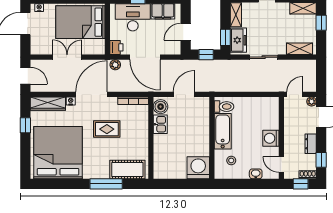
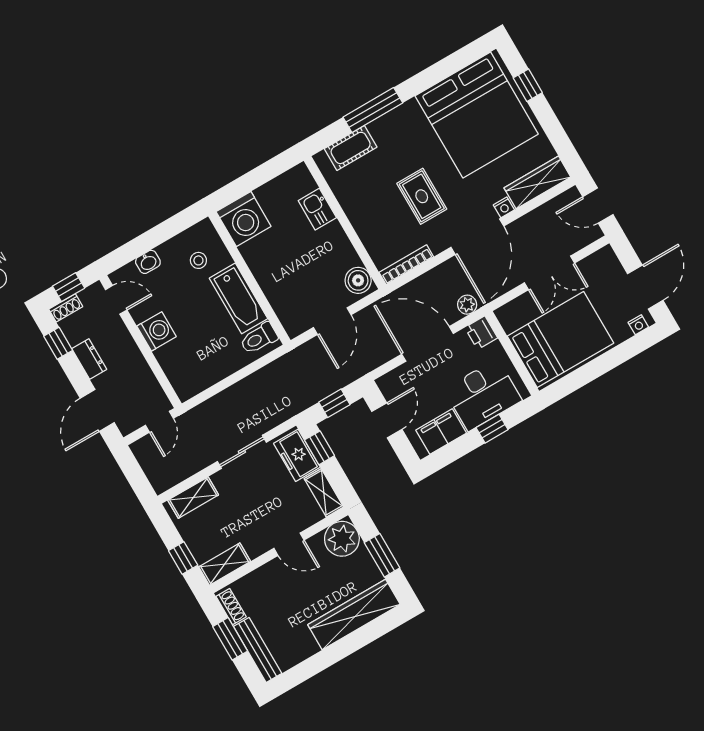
plant: (312, 102) -> (126, 426), removed
kitchen sink: (160, 124) -> (317, 209), moved
window: (25, 125) -> (528, 85), moved
rug: (107, 129) -> (422, 196), turned 90
cot: (127, 170) -> (351, 148), width x0.73, depth x0.75

